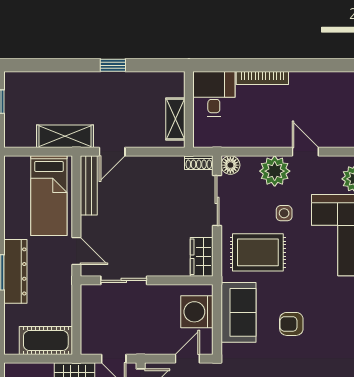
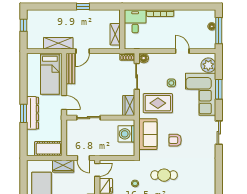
plant: (275, 171) -> (166, 61), removed
door: (187, 359) -> (121, 158), removed

